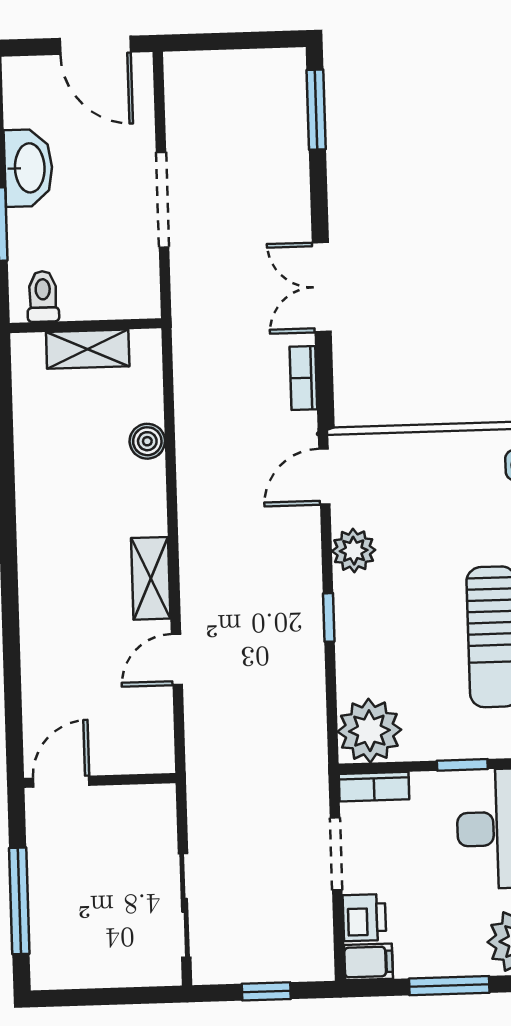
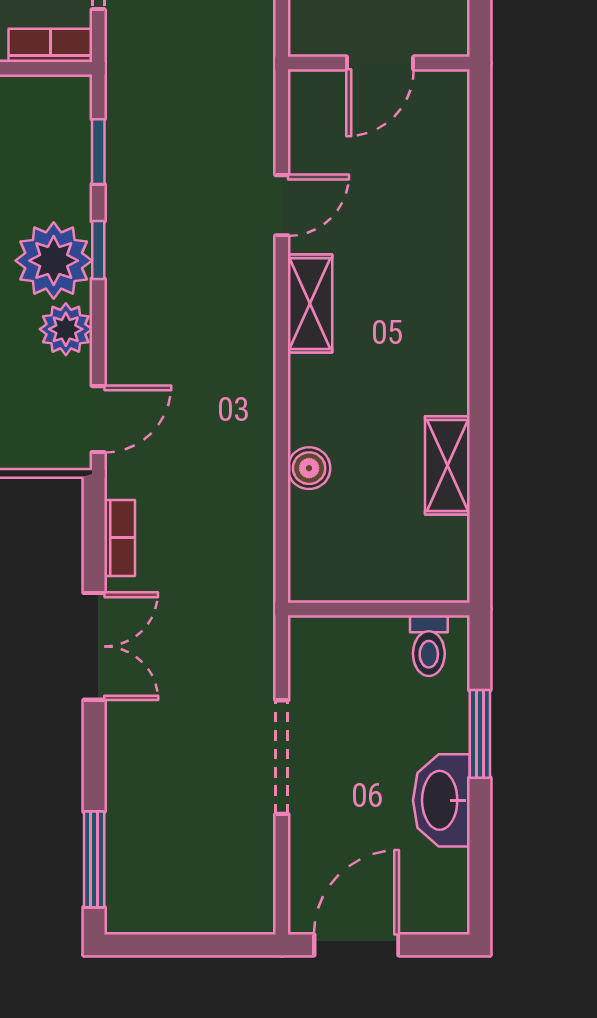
door: (95, 45) -> (356, 945), hinge flipped
shelving: (88, 349) -> (447, 465), moved, turned 90
window: (331, 699) -> (98, 152), added
plant: (369, 731) -> (54, 261), moved
door: (61, 782) -> (380, 63), moved

